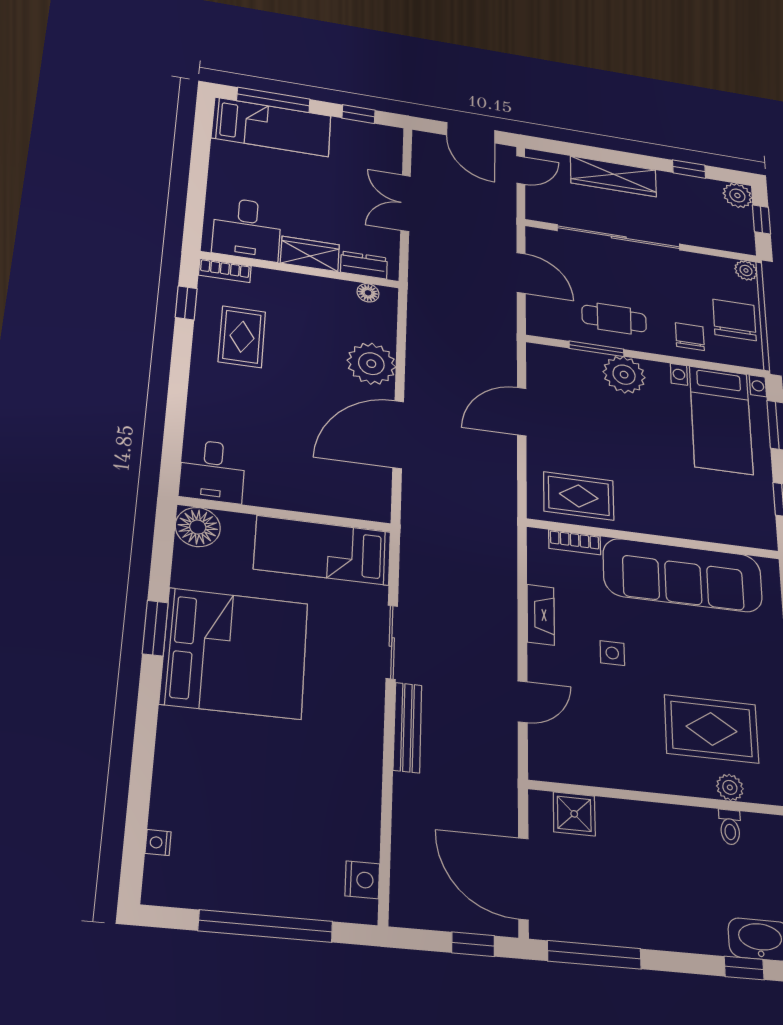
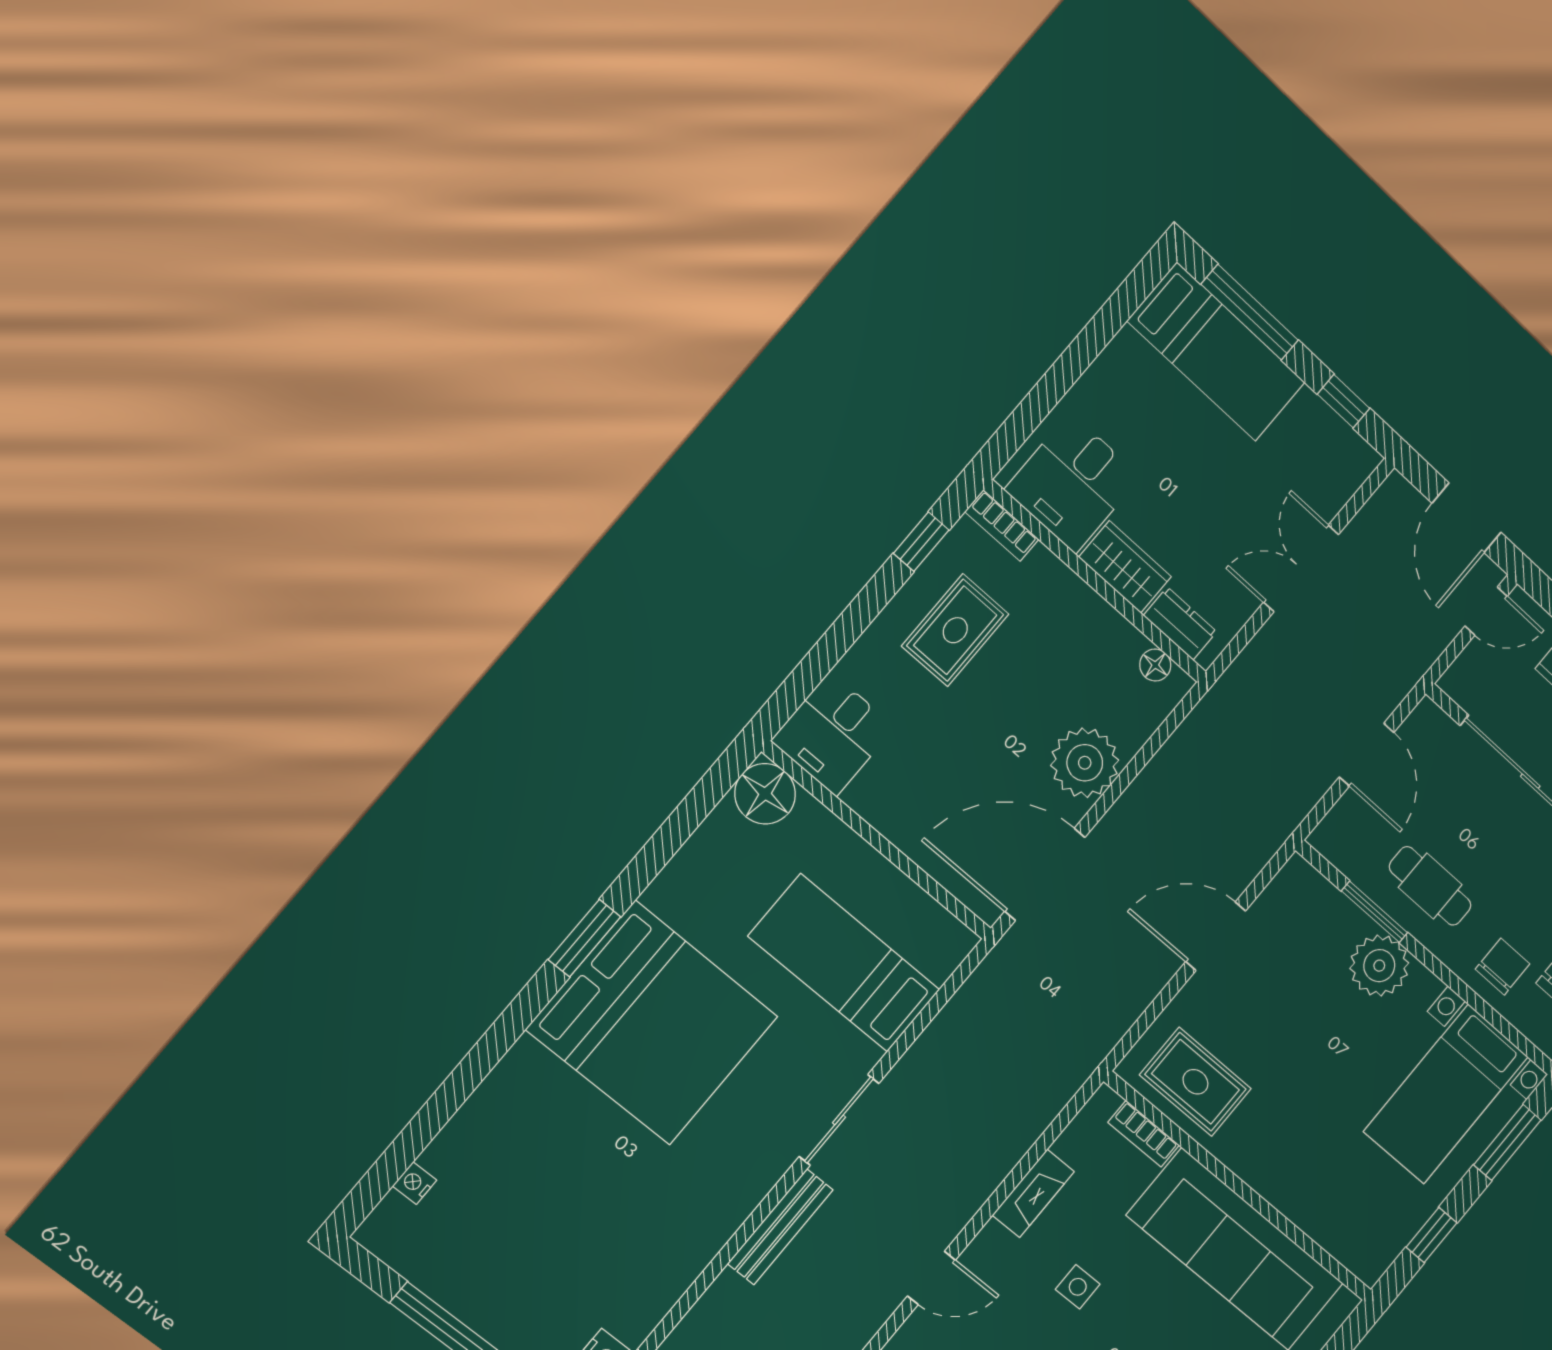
desk: (212, 471) -> (833, 734), moved
wall: (285, 514) -> (877, 841), moved
floor lamp: (198, 527) -> (765, 794), moved

